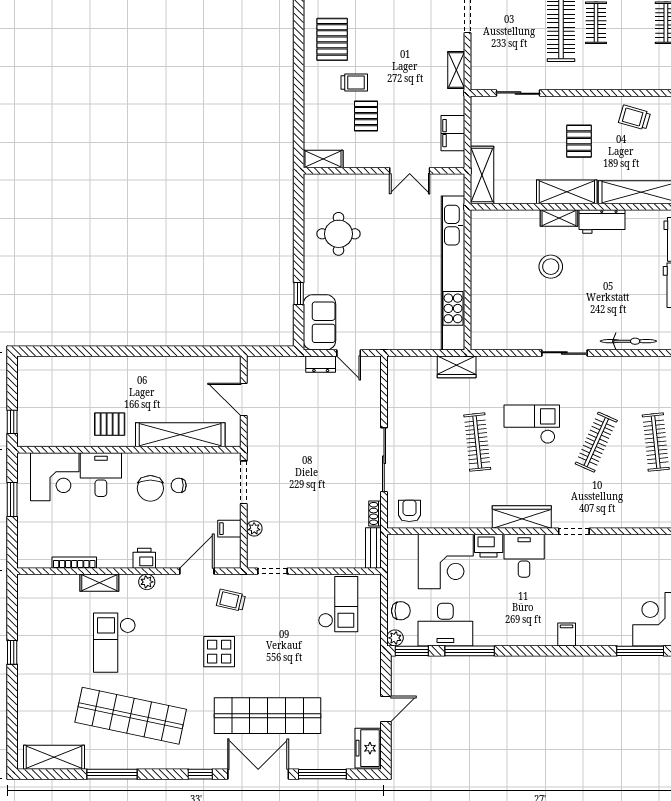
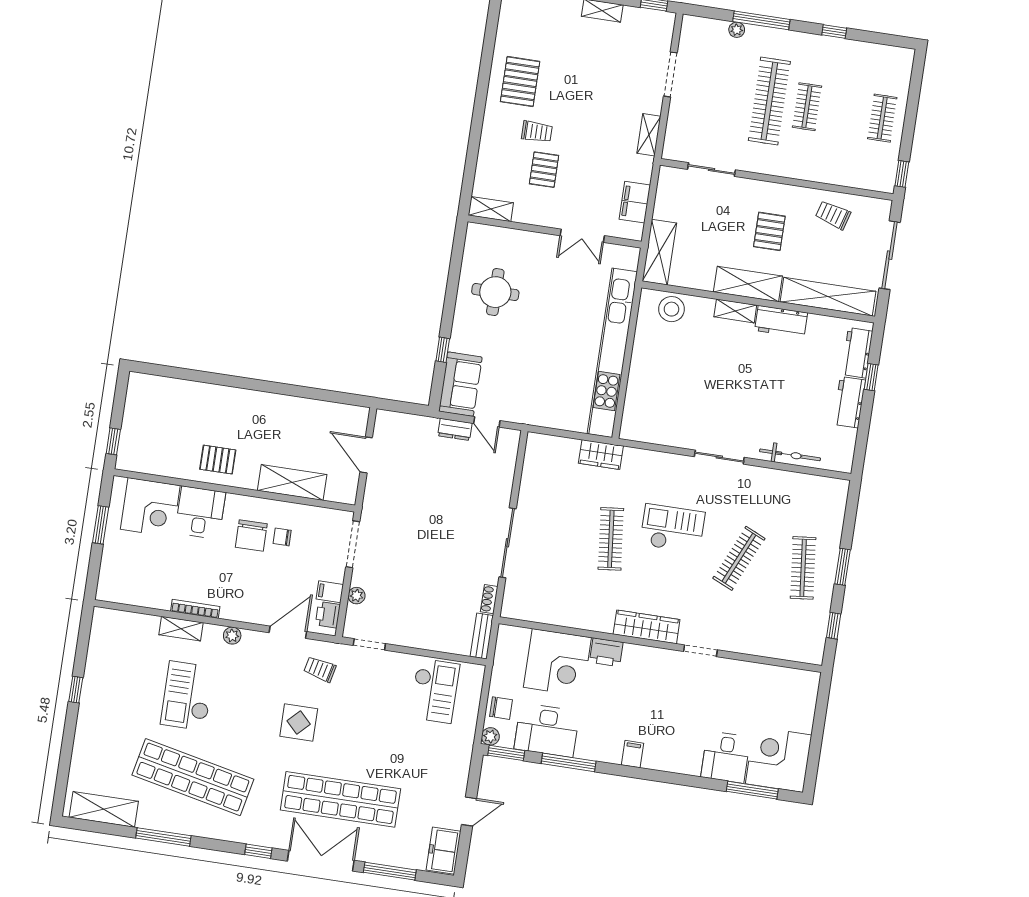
stool: (551, 267) -> (671, 309), moved
shelving: (180, 435) -> (292, 483), width x0.68
armchair: (409, 511) -> (527, 602), removed
desk: (524, 556) -> (726, 757), moved, turned 180
printer: (144, 558) -> (328, 615), moved, turned -90
bookcase: (74, 563) -> (195, 609), moved
filing cabinet: (567, 634) -> (632, 754), moved

